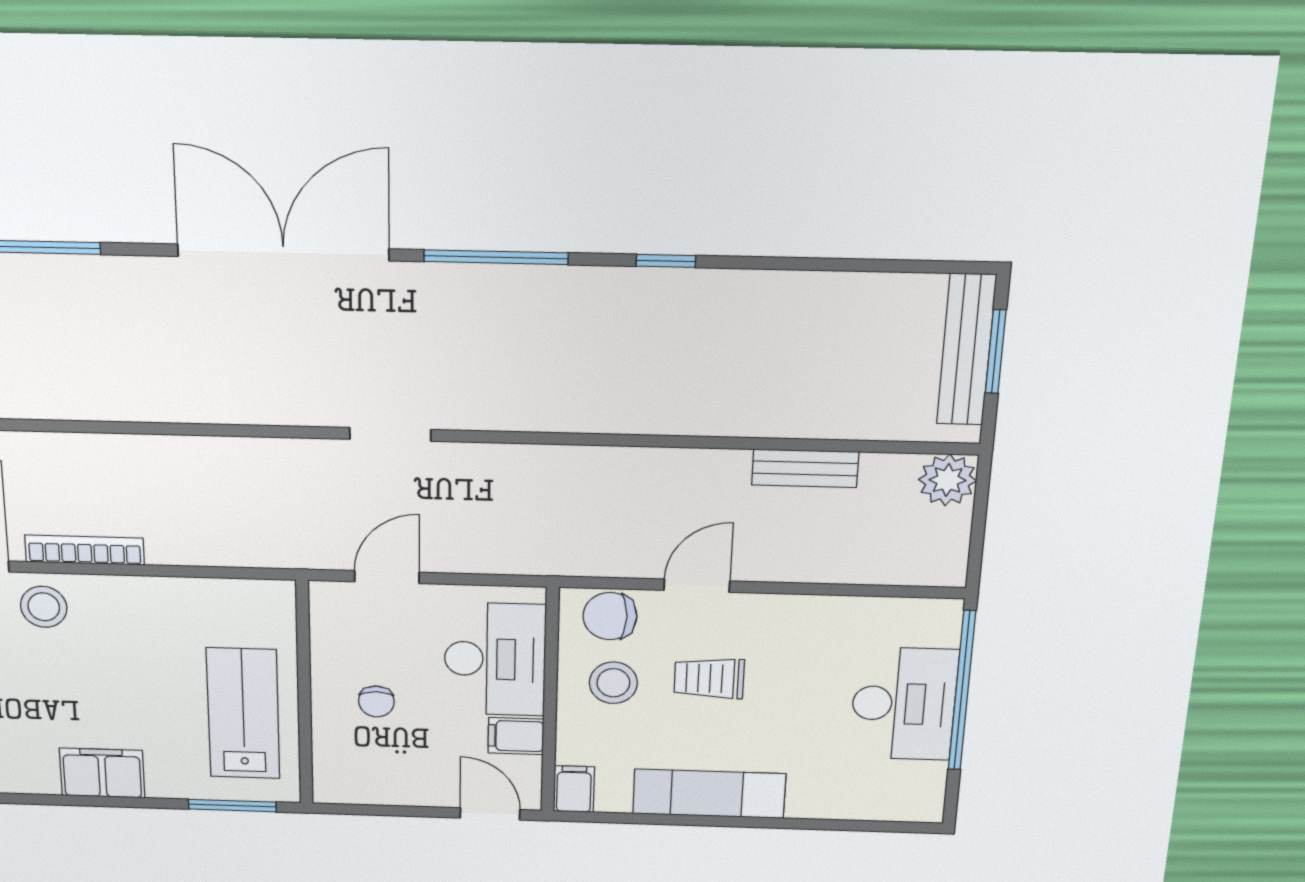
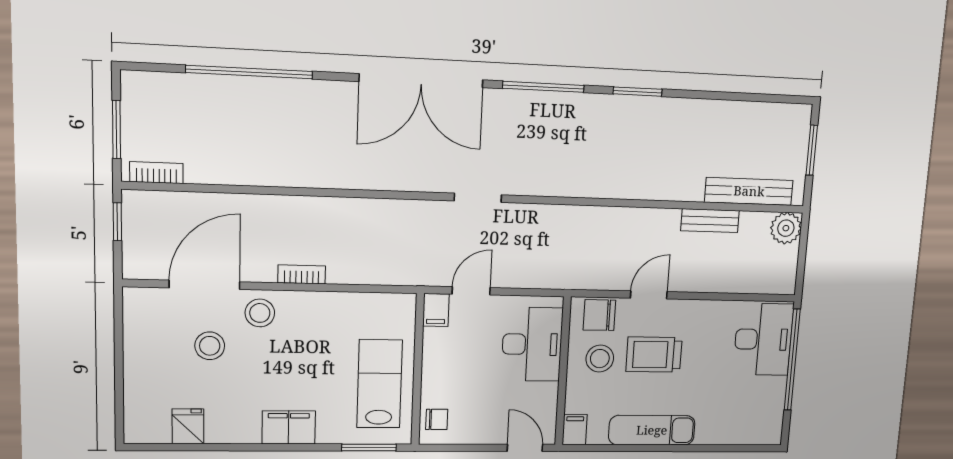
double door: (283, 253) -> (421, 81), swing flipped
window: (666, 261) -> (638, 92), width x1.50
bench: (966, 350) -> (749, 191), moved, turned 90
bookcase: (85, 550) -> (302, 274), width x0.64
trolley: (709, 678) -> (654, 355), width x1.36, depth x1.39
chair: (376, 701) -> (437, 419), moved, turned -90
desk: (904, 704) -> (763, 339), moved
filing cabinet: (516, 736) -> (436, 310), moved, turned -90

